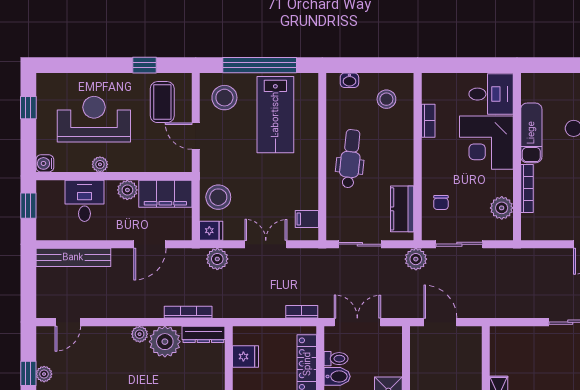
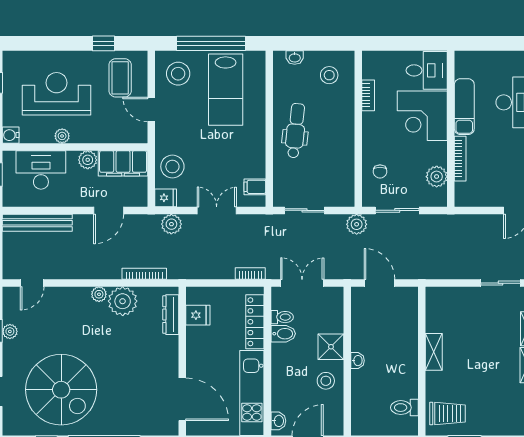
desk: (84, 201) -> (41, 170), width x1.37
kitchen counter: (402, 209) -> (344, 177), removed
dresser: (203, 334) -> (171, 315), moved, turned 90

